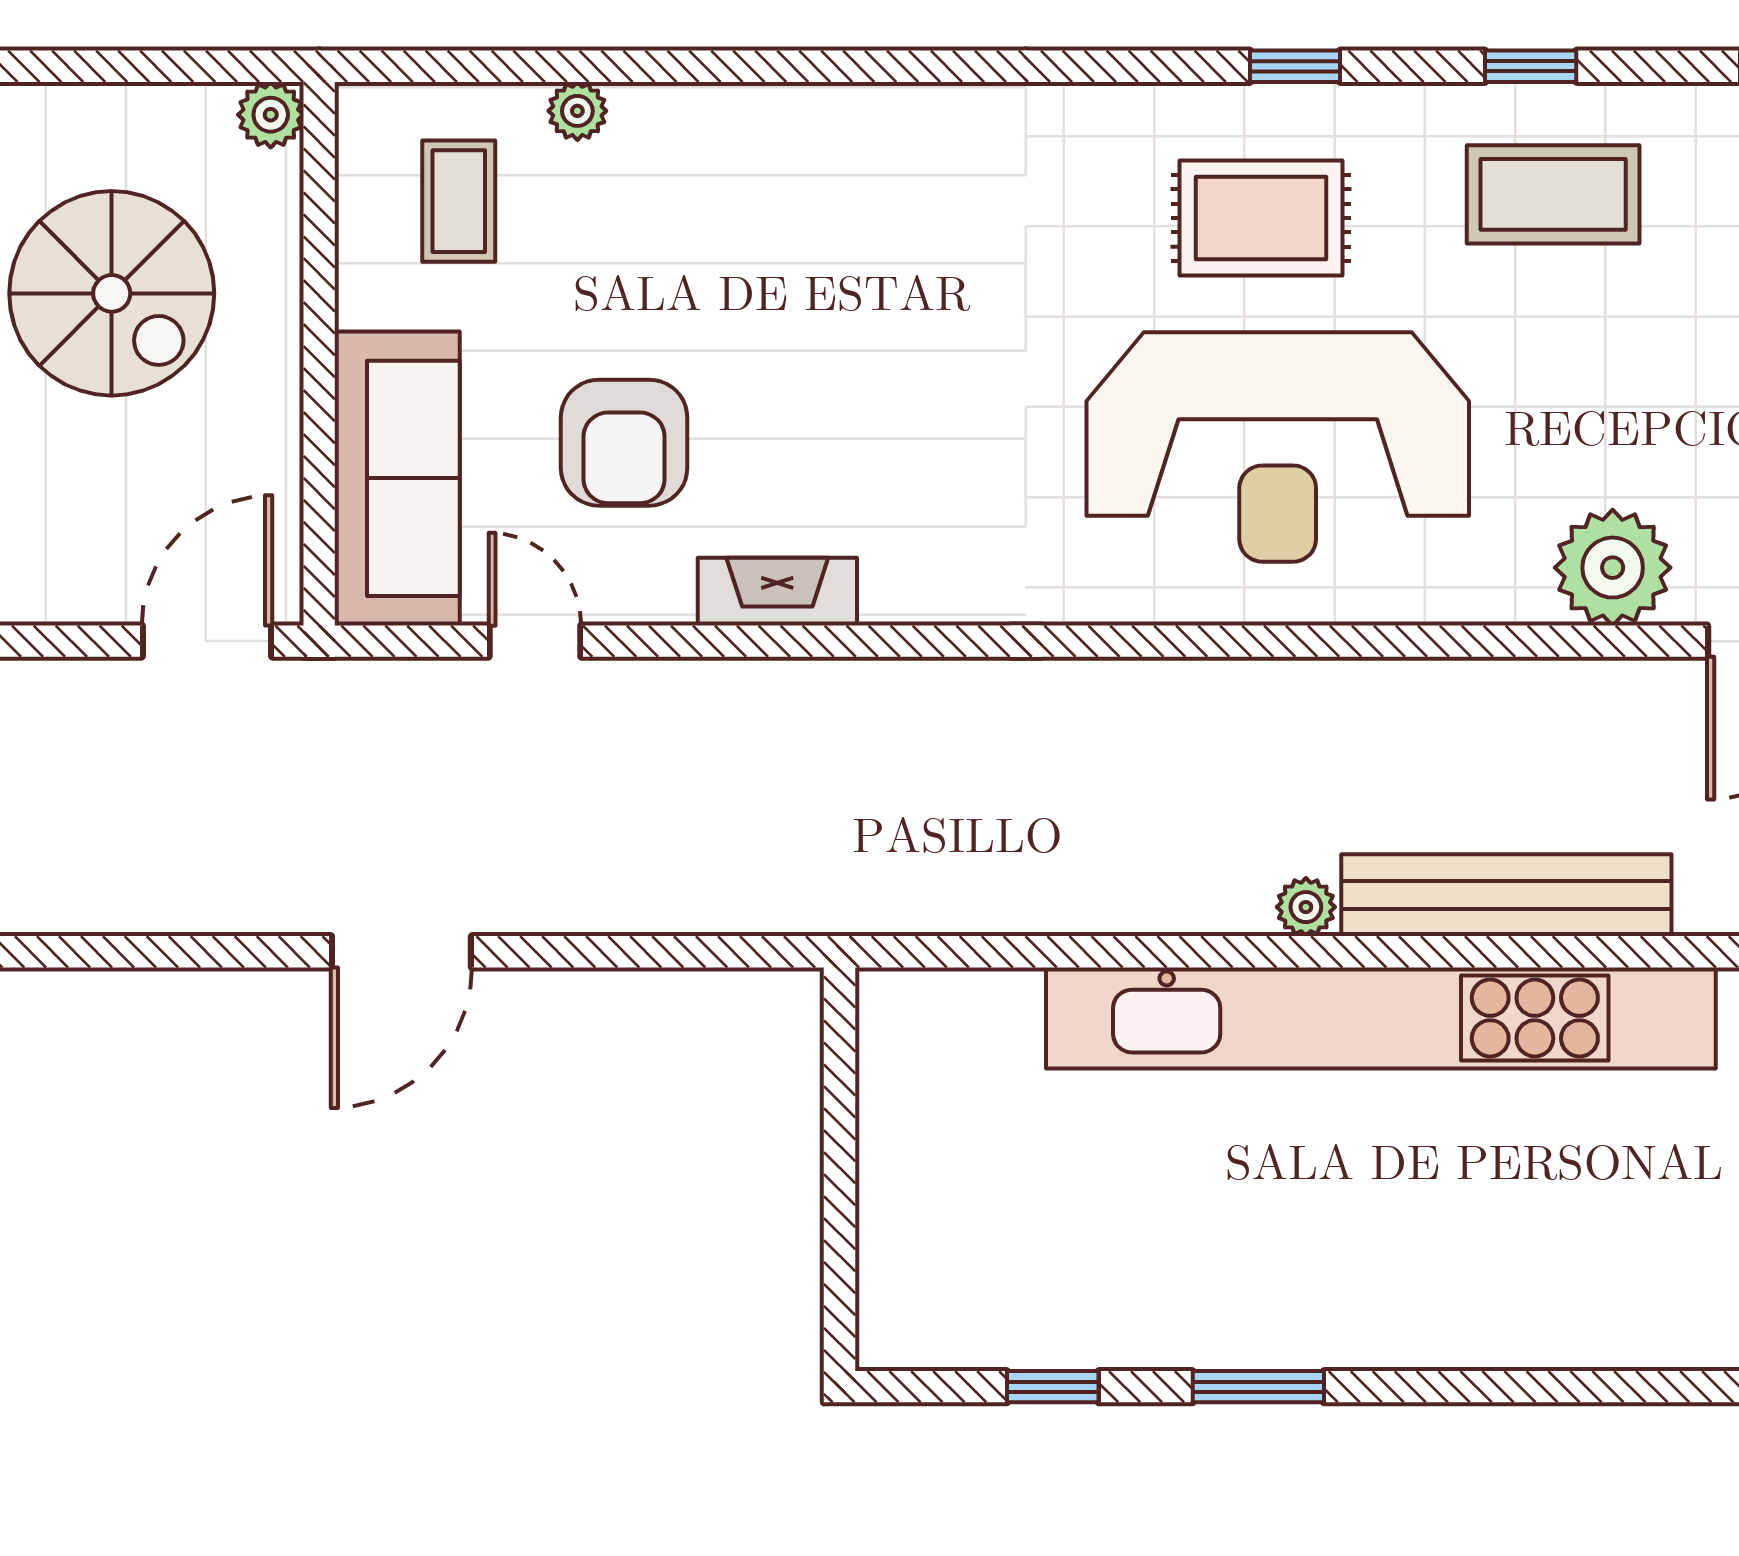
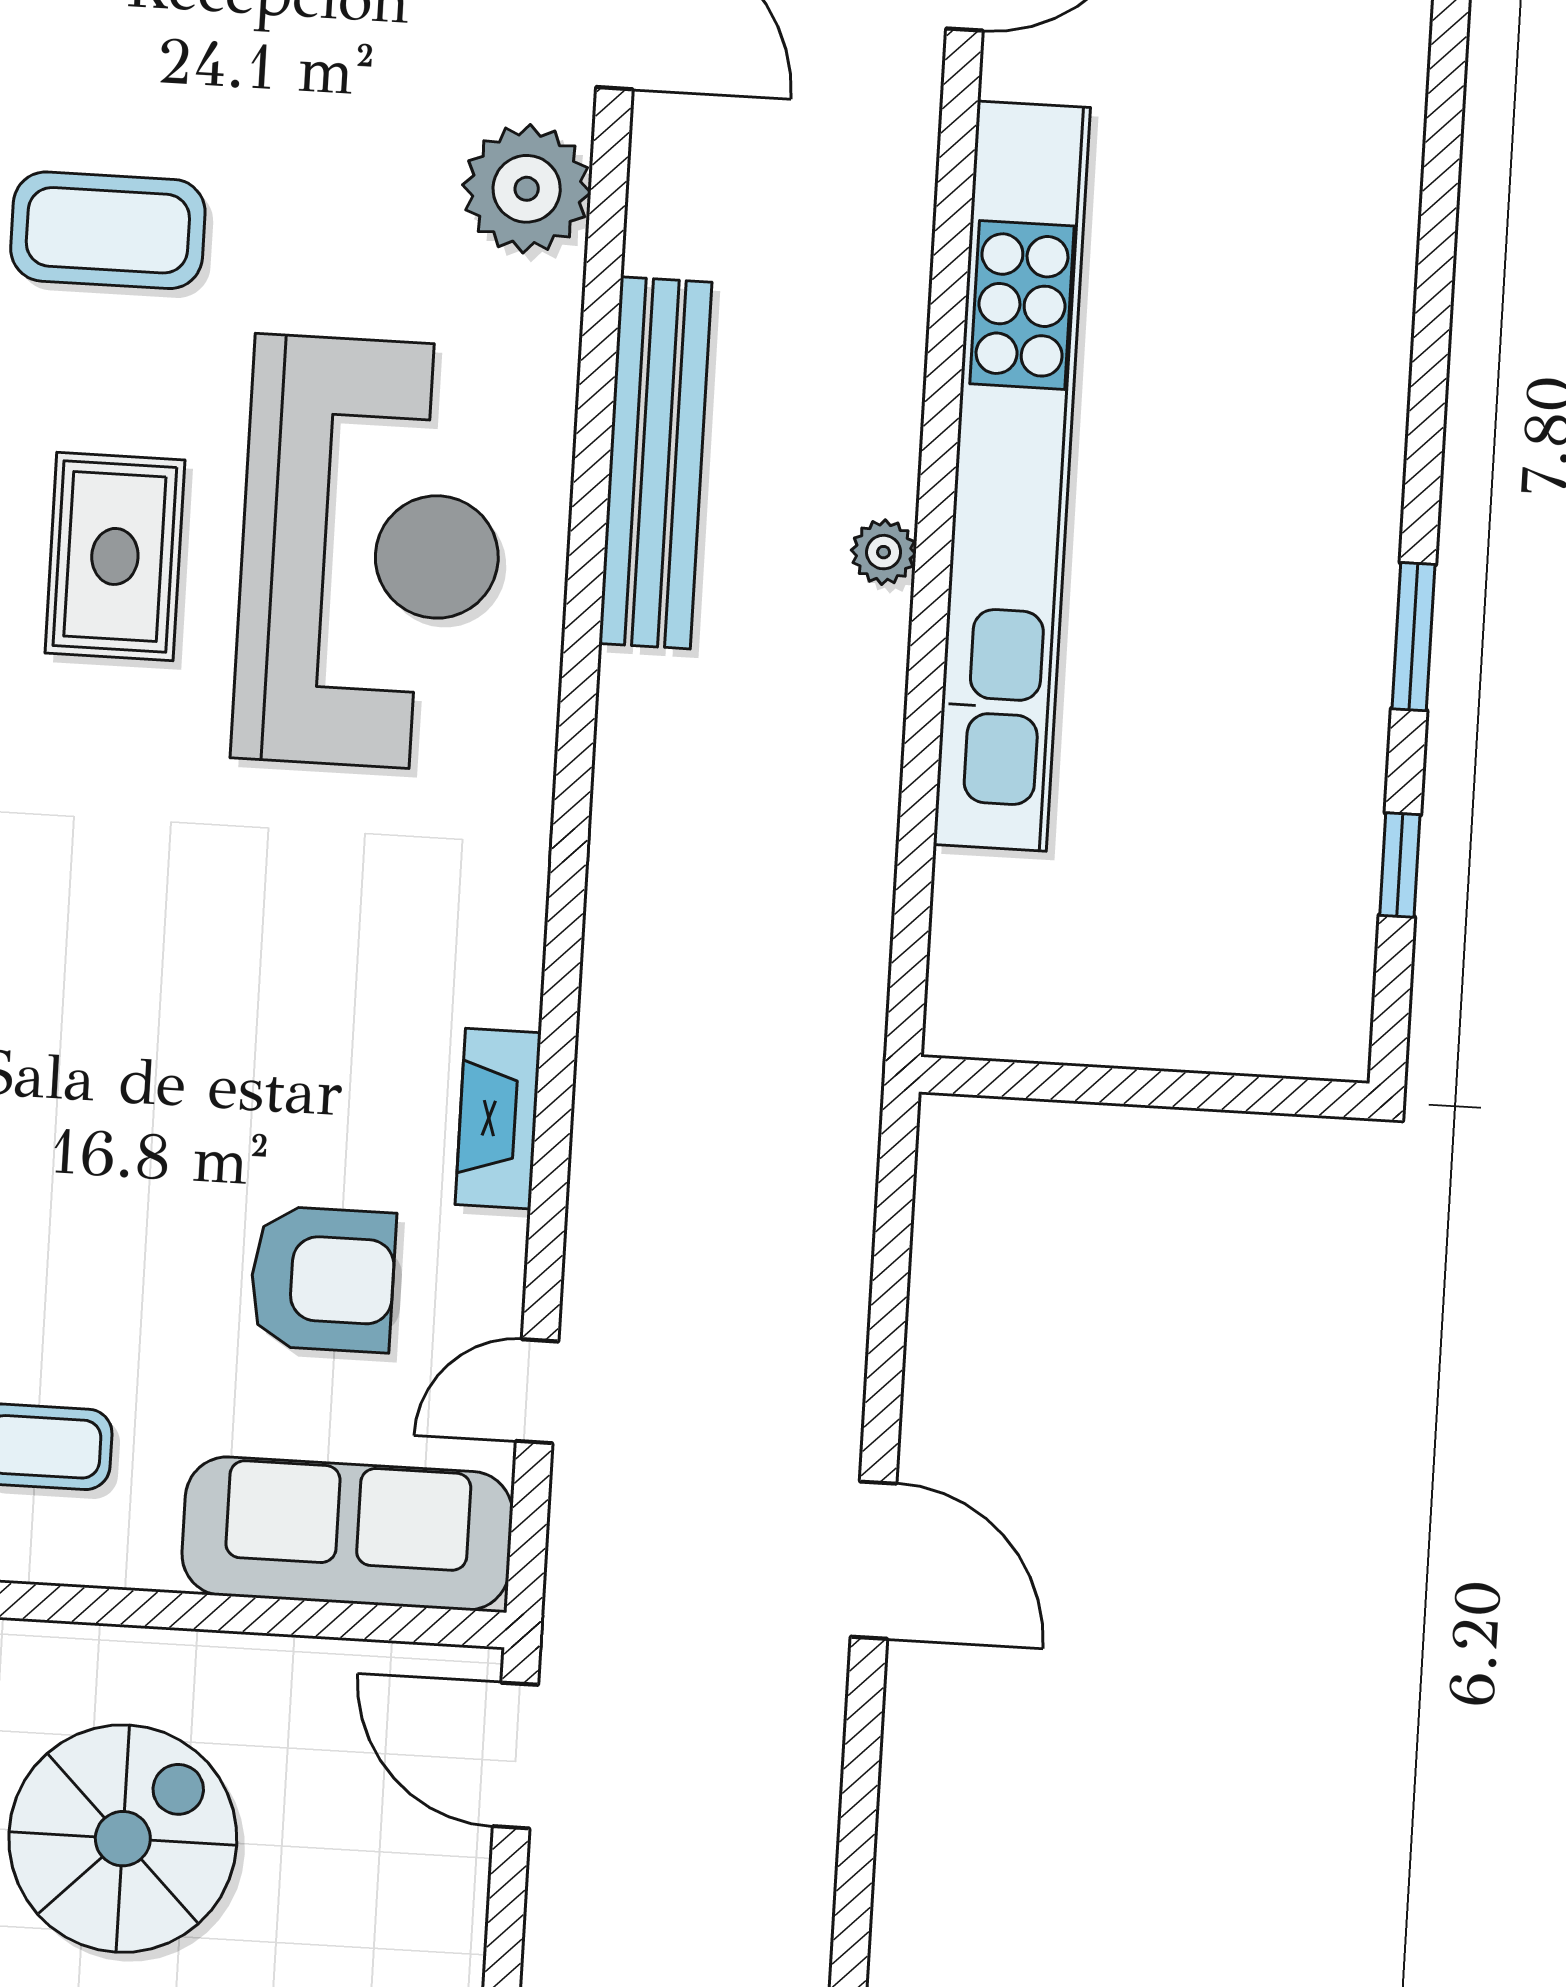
coffee table: (1553, 194) -> (108, 230), turned 90
bench: (1506, 895) -> (655, 463), moved

